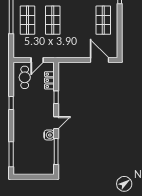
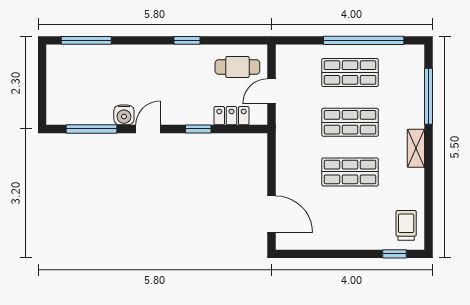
shop shelf: (103, 20) -> (350, 172), moved
door: (37, 60) -> (272, 91), hinge flipped
door: (99, 60) -> (272, 214), hinge flipped
door: (56, 123) -> (148, 129), swing flipped

